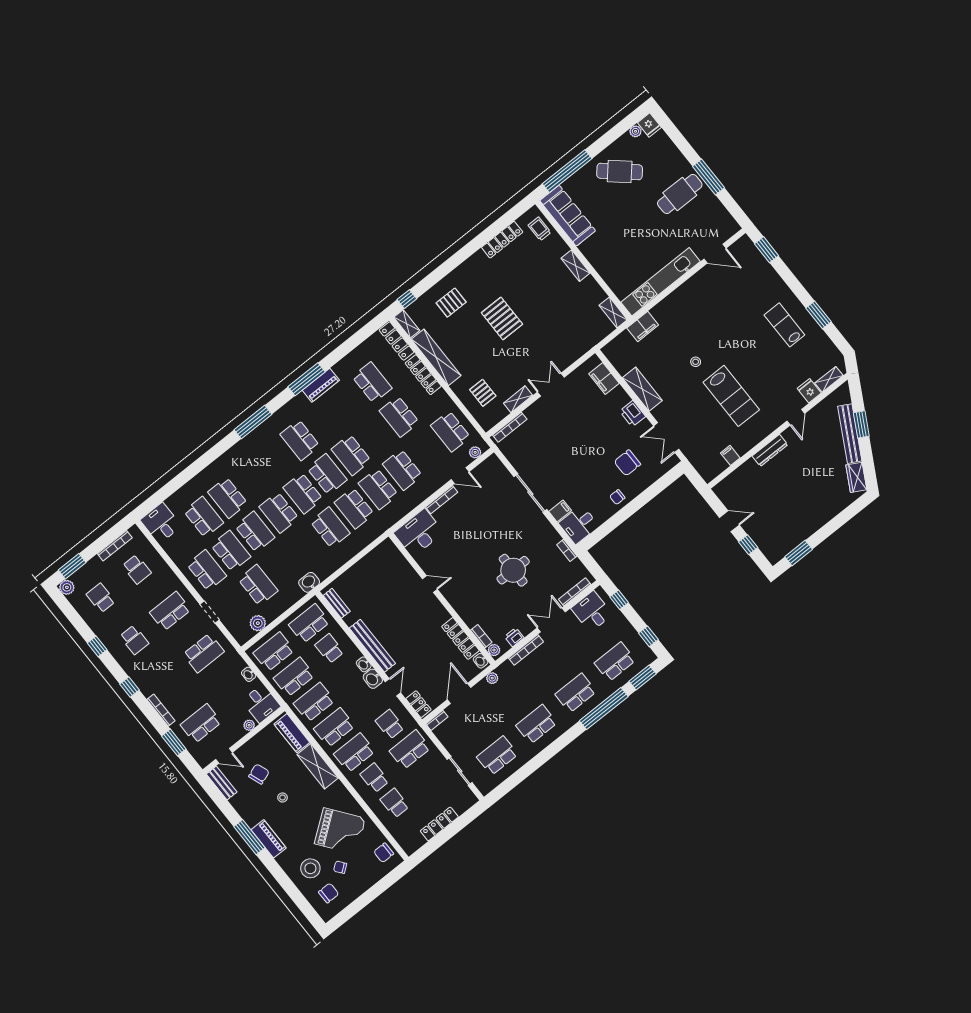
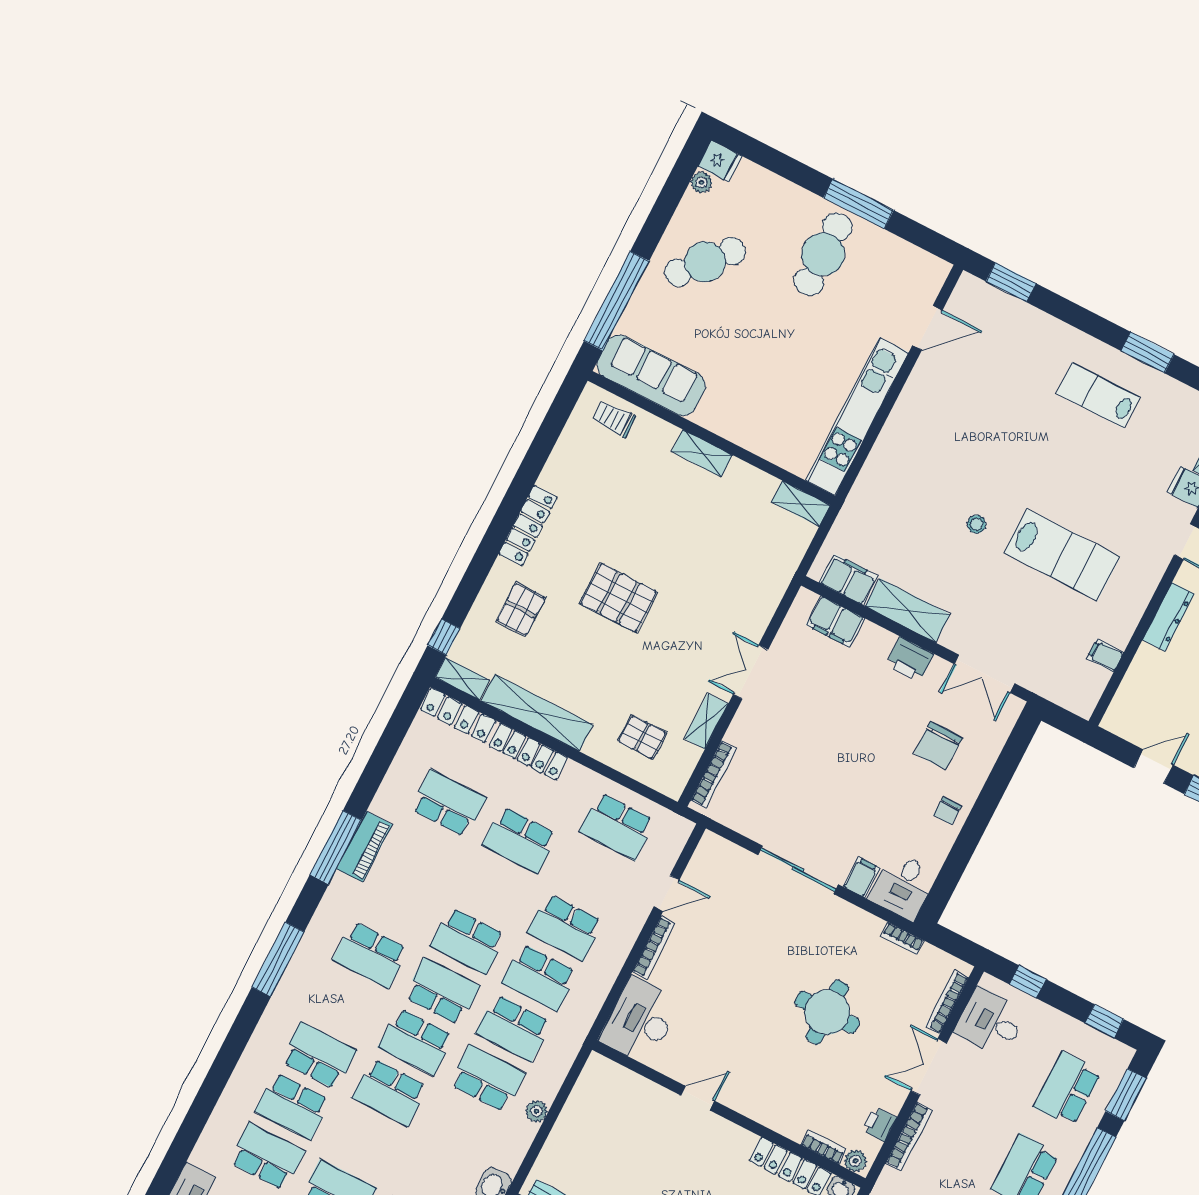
locker: (502, 240) -> (528, 526), moved
filing cabinet: (643, 327) -> (849, 579), moved, turned -90
plant: (475, 452) -> (536, 1111), moved
school desk: (255, 532) -> (319, 1056), moved

